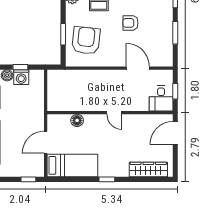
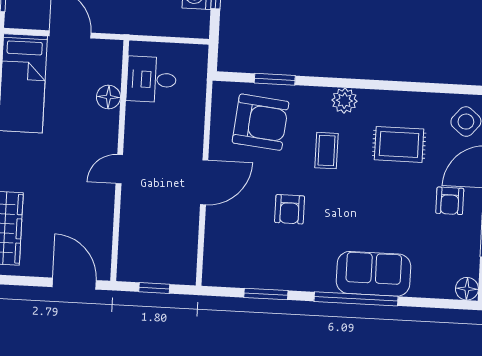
armchair: (130, 23) -> (290, 209), turned 180
door: (138, 68) -> (204, 182), moved
desk: (161, 99) -> (151, 80), moved

